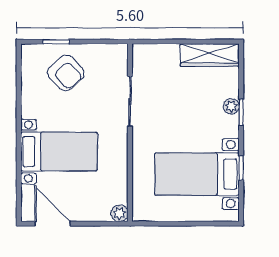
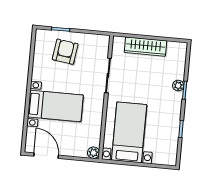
wardrobe: (210, 55) -> (145, 47), moved
armchair: (66, 73) -> (65, 52), turned -129
bed with nightstands: (197, 174) -> (129, 132), moved, turned 90

